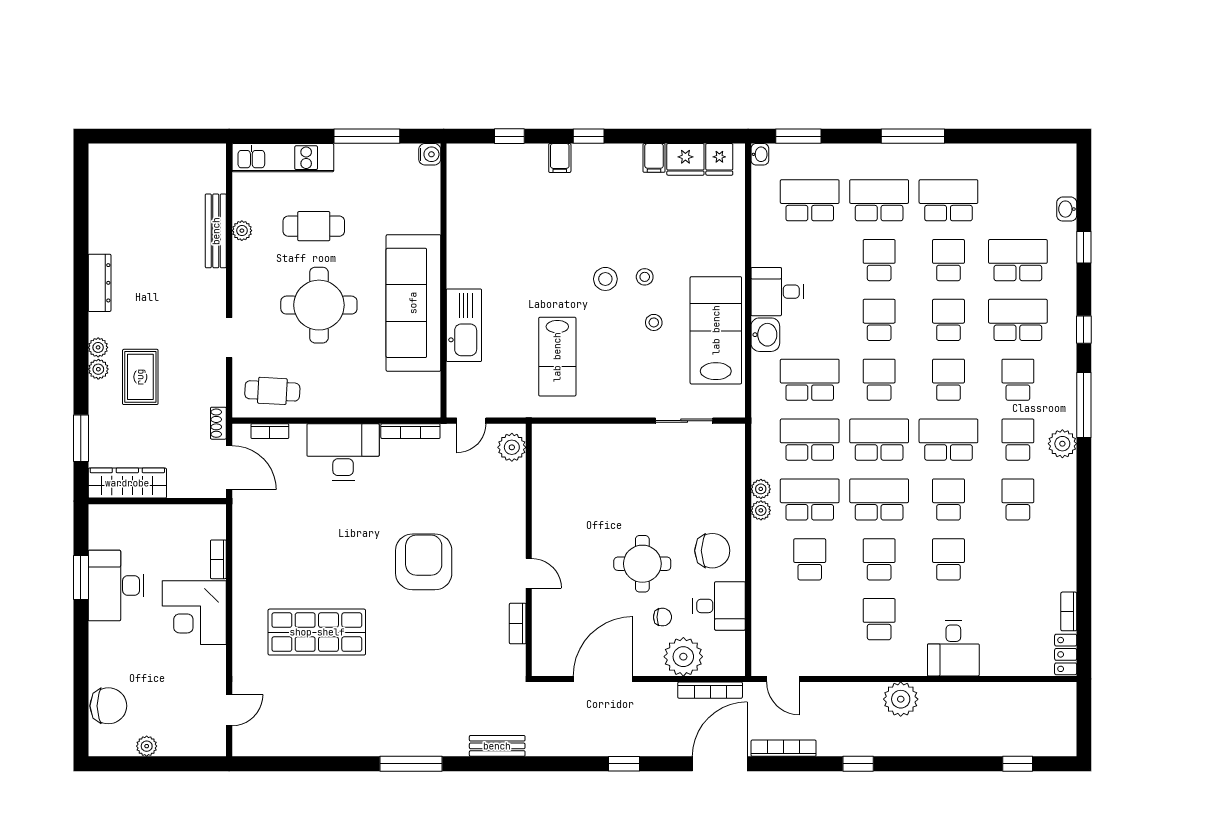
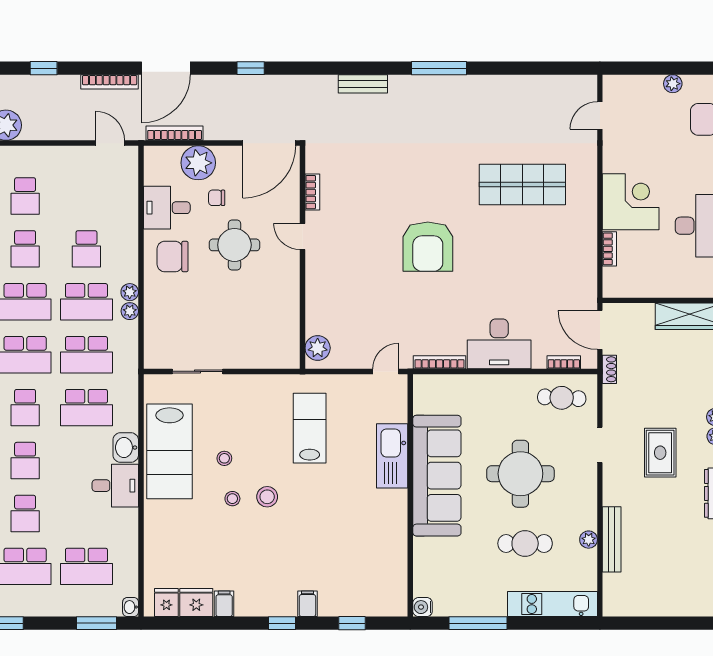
rug: (140, 377) -> (660, 453), moved
plant: (512, 447) -> (318, 348), moved
wall: (529, 550) -> (303, 257), moved
door: (529, 573) -> (303, 236), moved
bookcase: (518, 624) -> (312, 192), moved

